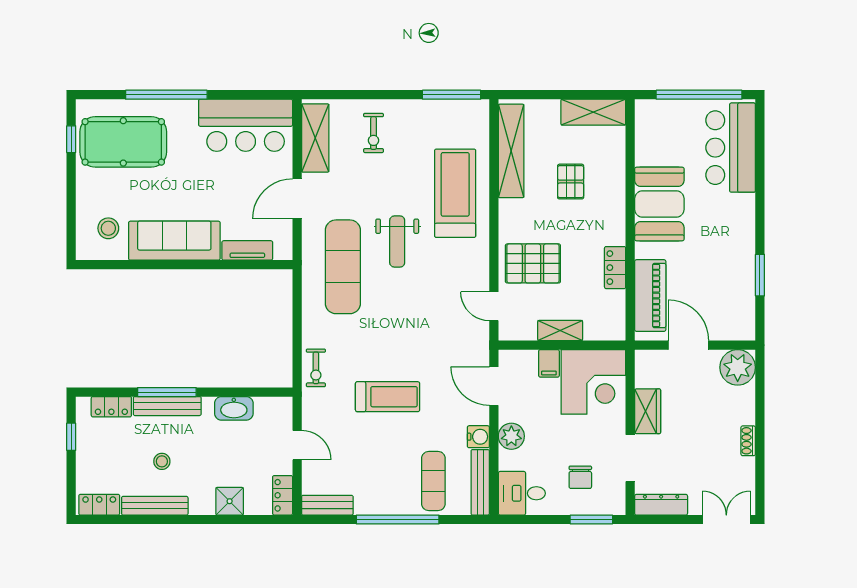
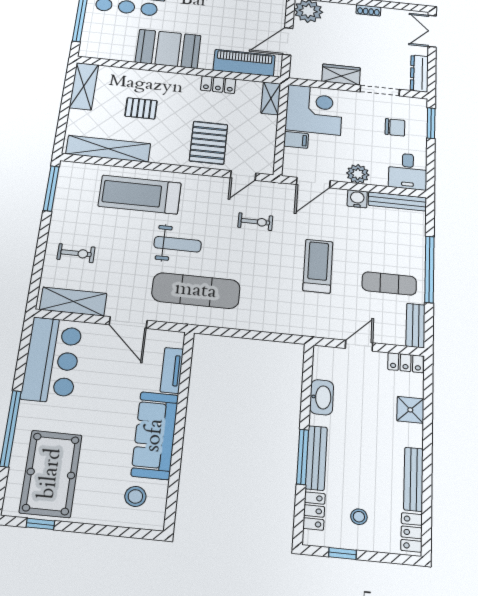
shelving: (560, 330) -> (271, 98), moved
exercise bike: (316, 368) -> (255, 222), moved
stool: (162, 461) -> (359, 517), moved
exercise mat: (433, 481) -> (389, 283), moved

